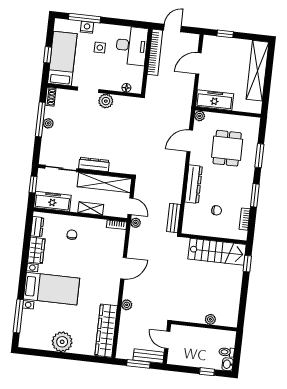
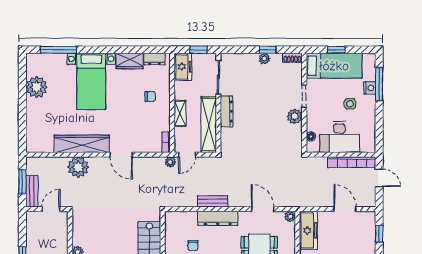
desk: (132, 46) -> (340, 137), moved
window: (40, 119) -> (268, 50), width x0.46
freezer: (52, 201) -> (183, 67), width x0.71
bench: (174, 218) -> (213, 201), moved
plant: (127, 305) -> (78, 167), width x1.88, depth x1.88
wardrobe: (106, 331) -> (82, 144), moved
plant: (62, 342) -> (37, 87), moved

